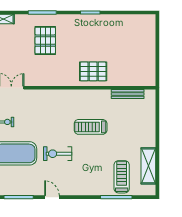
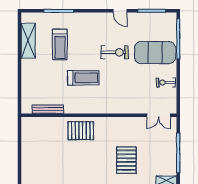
treadmill: (122, 177) -> (60, 45), moved

